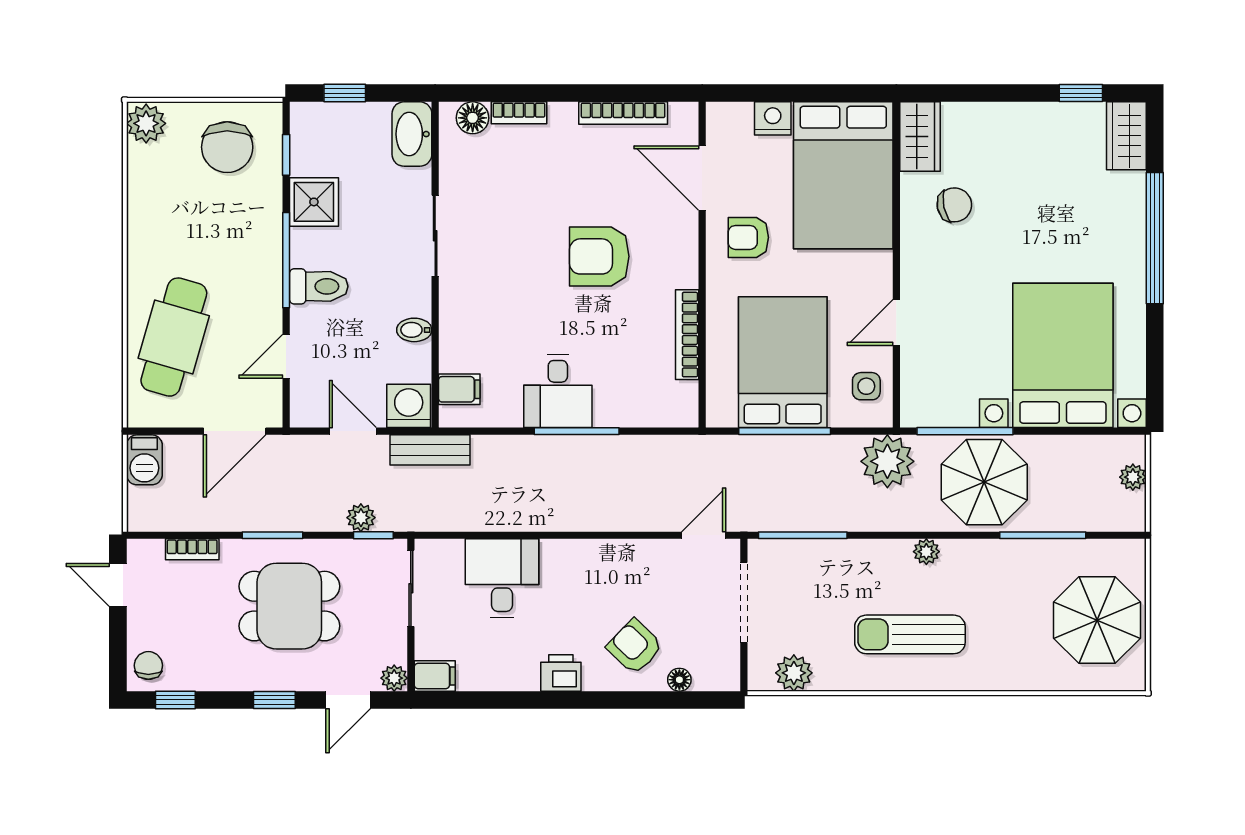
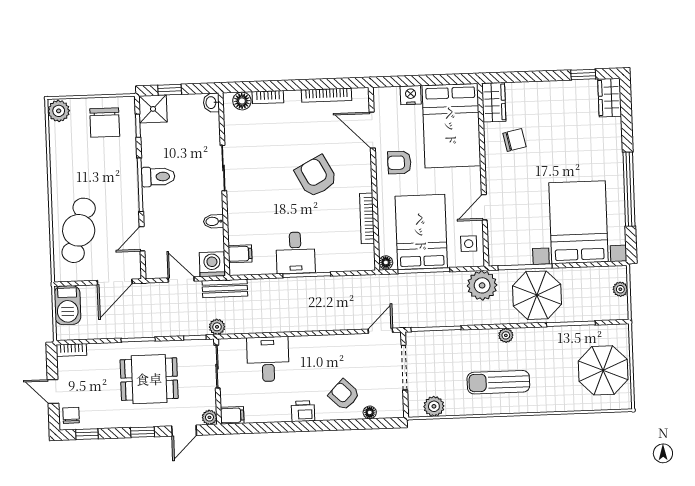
washbasin: (412, 134) -> (211, 103), width x0.52, depth x0.69
shower: (314, 202) -> (153, 109), moved
window: (1155, 238) -> (629, 189), moved
armchair: (599, 256) -> (316, 176), turned 62
toilet: (319, 286) -> (158, 177), moved
floor lamp: (718, 414) -> (386, 262), added
barbecue: (144, 460) -> (67, 305), width x1.38, depth x1.27
plant: (361, 518) -> (217, 327), moved
bookcase: (192, 549) -> (71, 350), moved
door: (118, 585) -> (53, 391), moved

